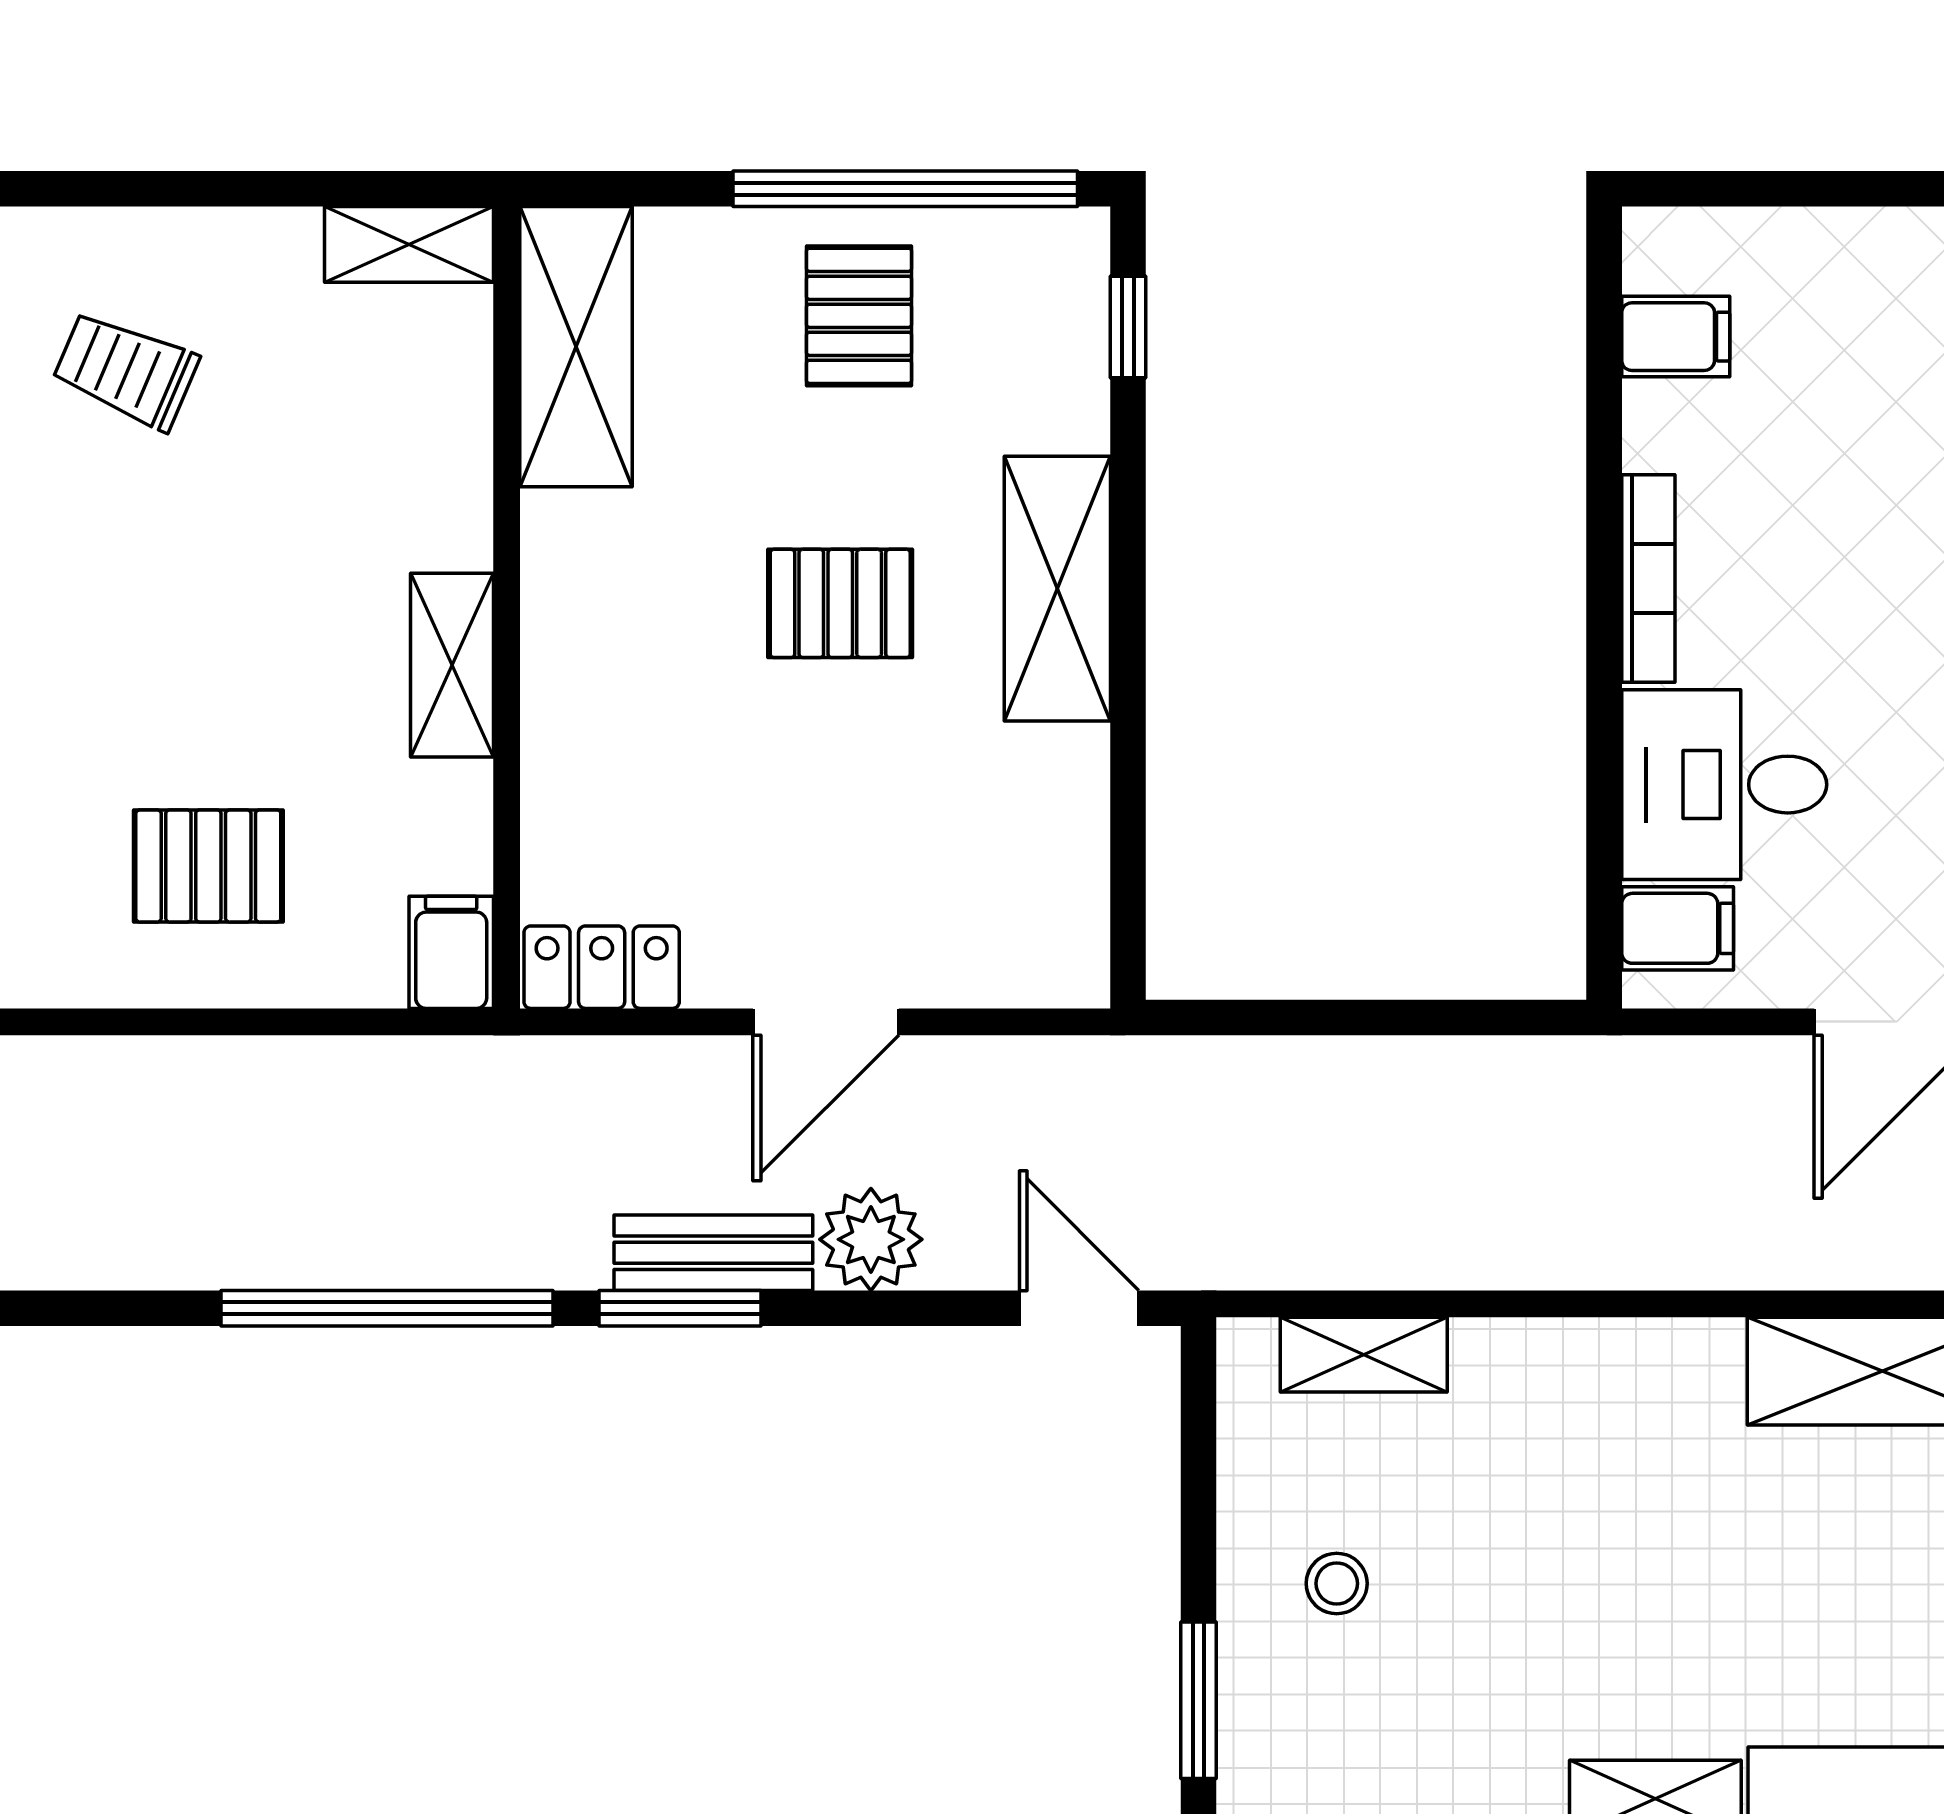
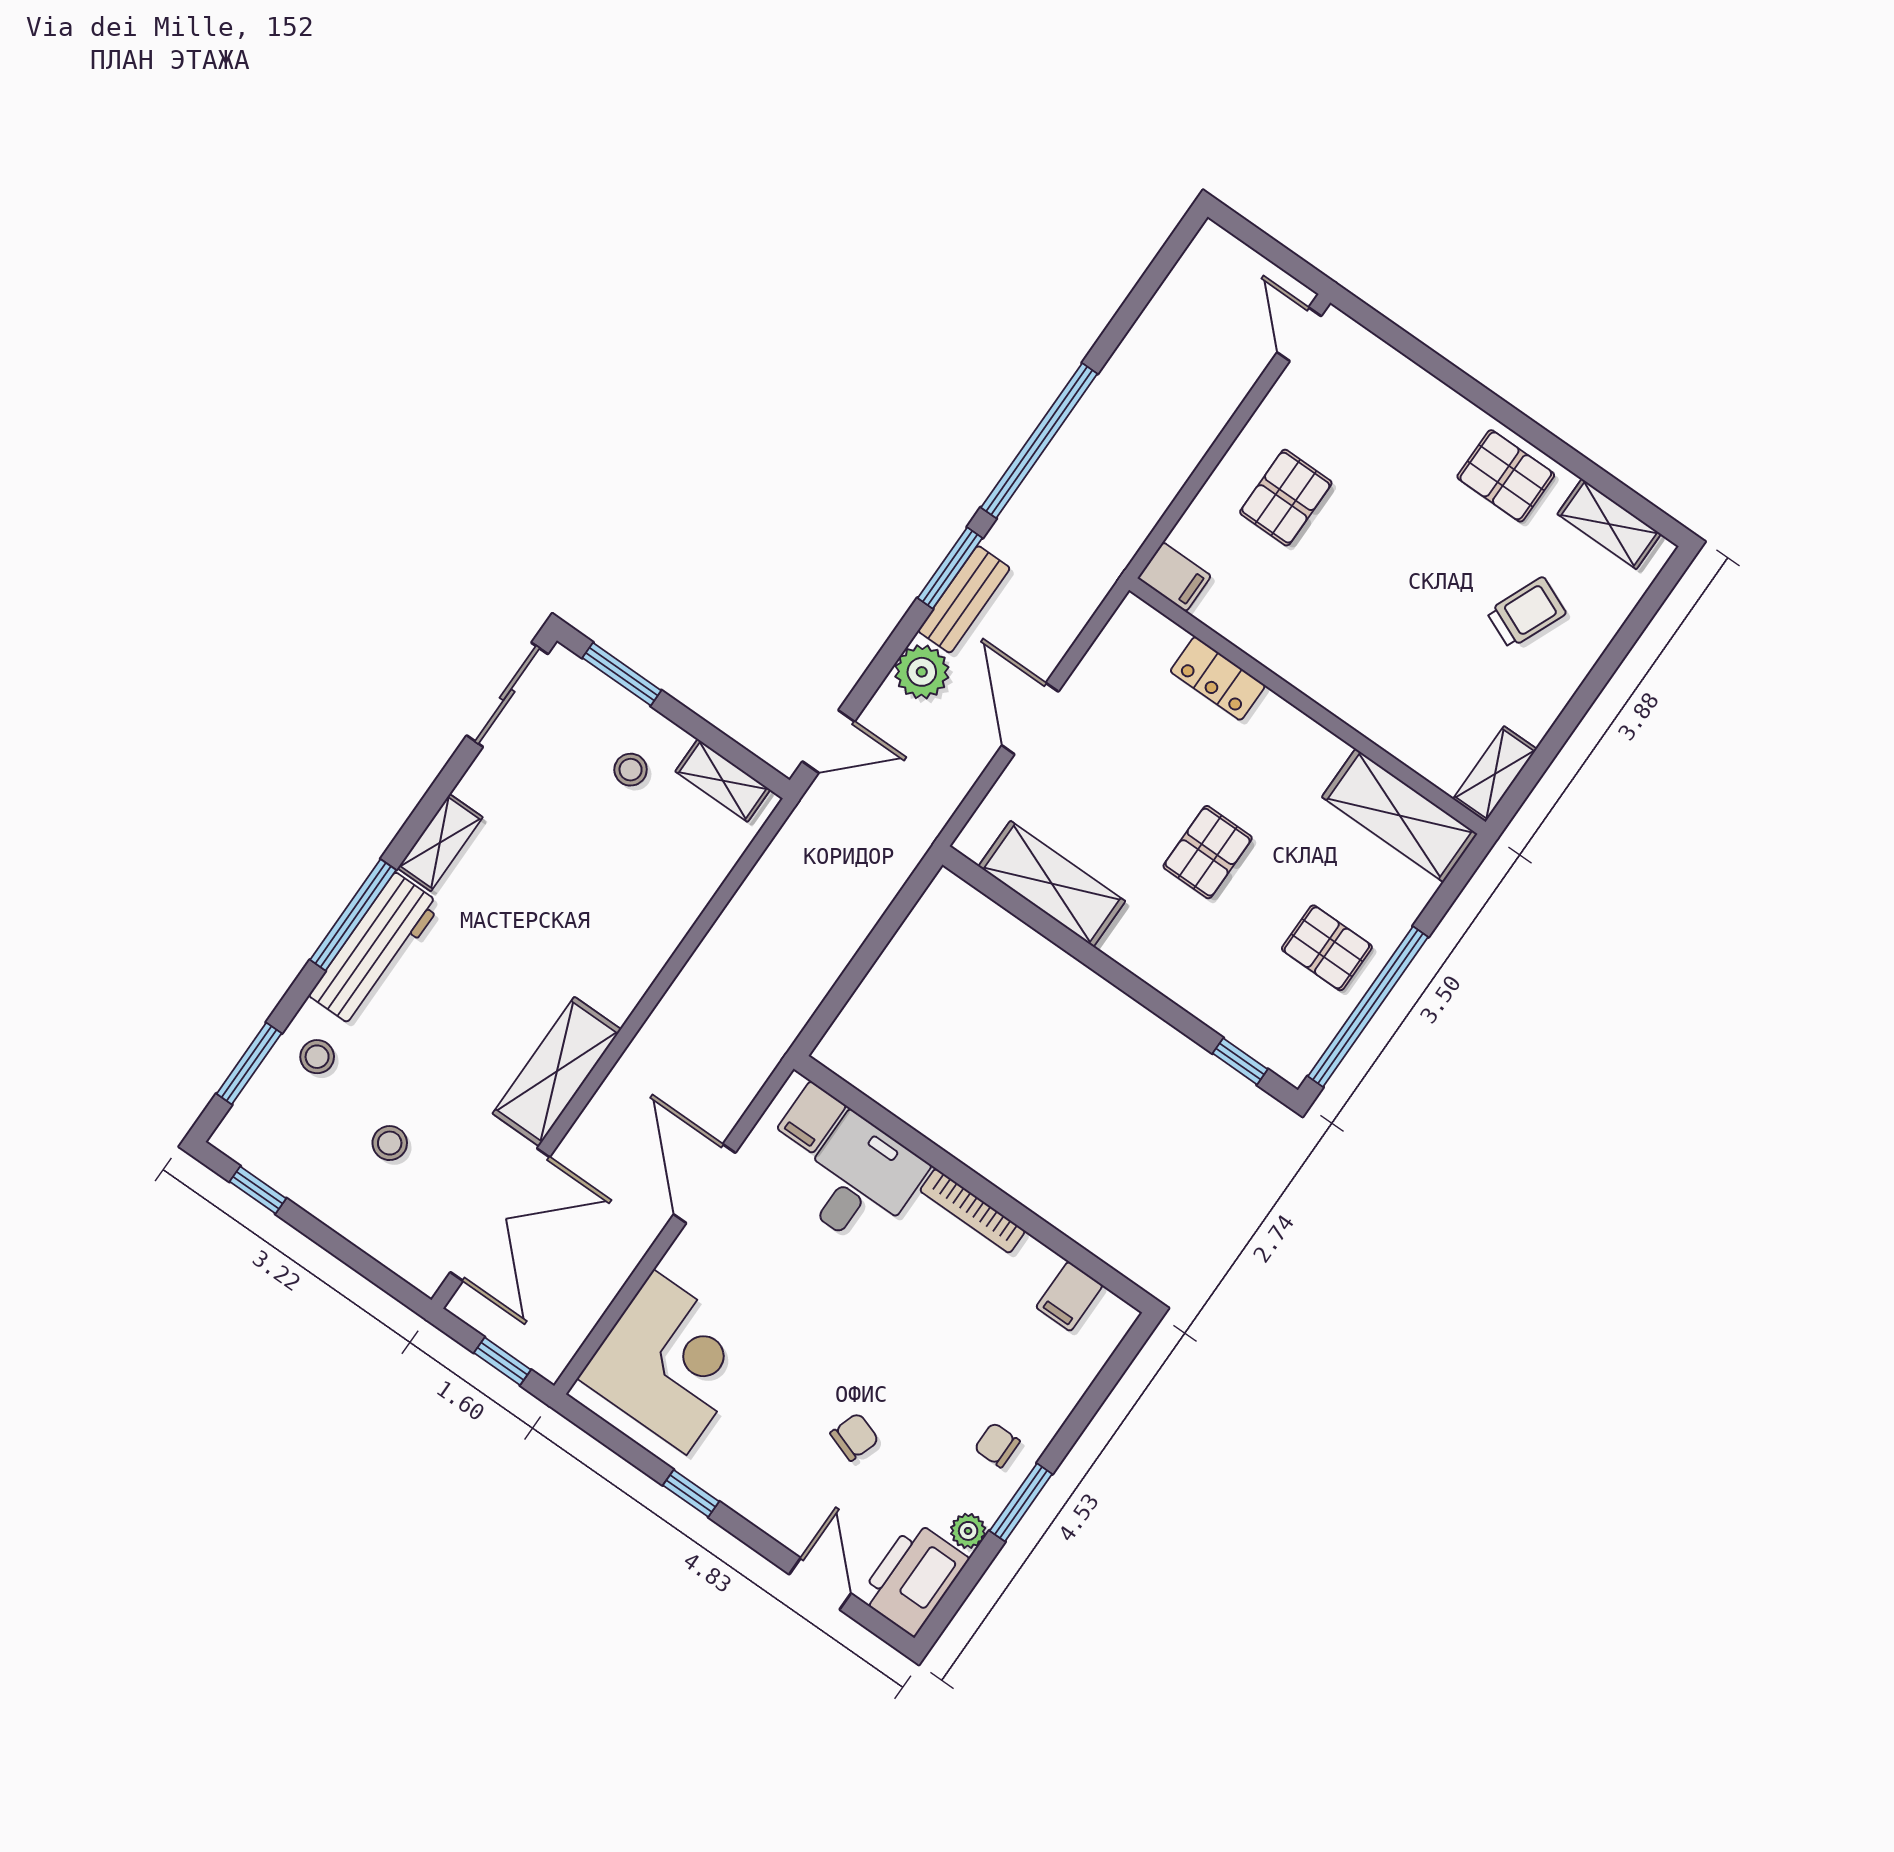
shelving: (1057, 589) -> (1052, 884), moved
shelving: (452, 665) -> (1299, 665), removed
locker: (602, 967) -> (1218, 678), moved, turned 90
shelving: (1364, 1355) -> (723, 780), moved, turned 90

